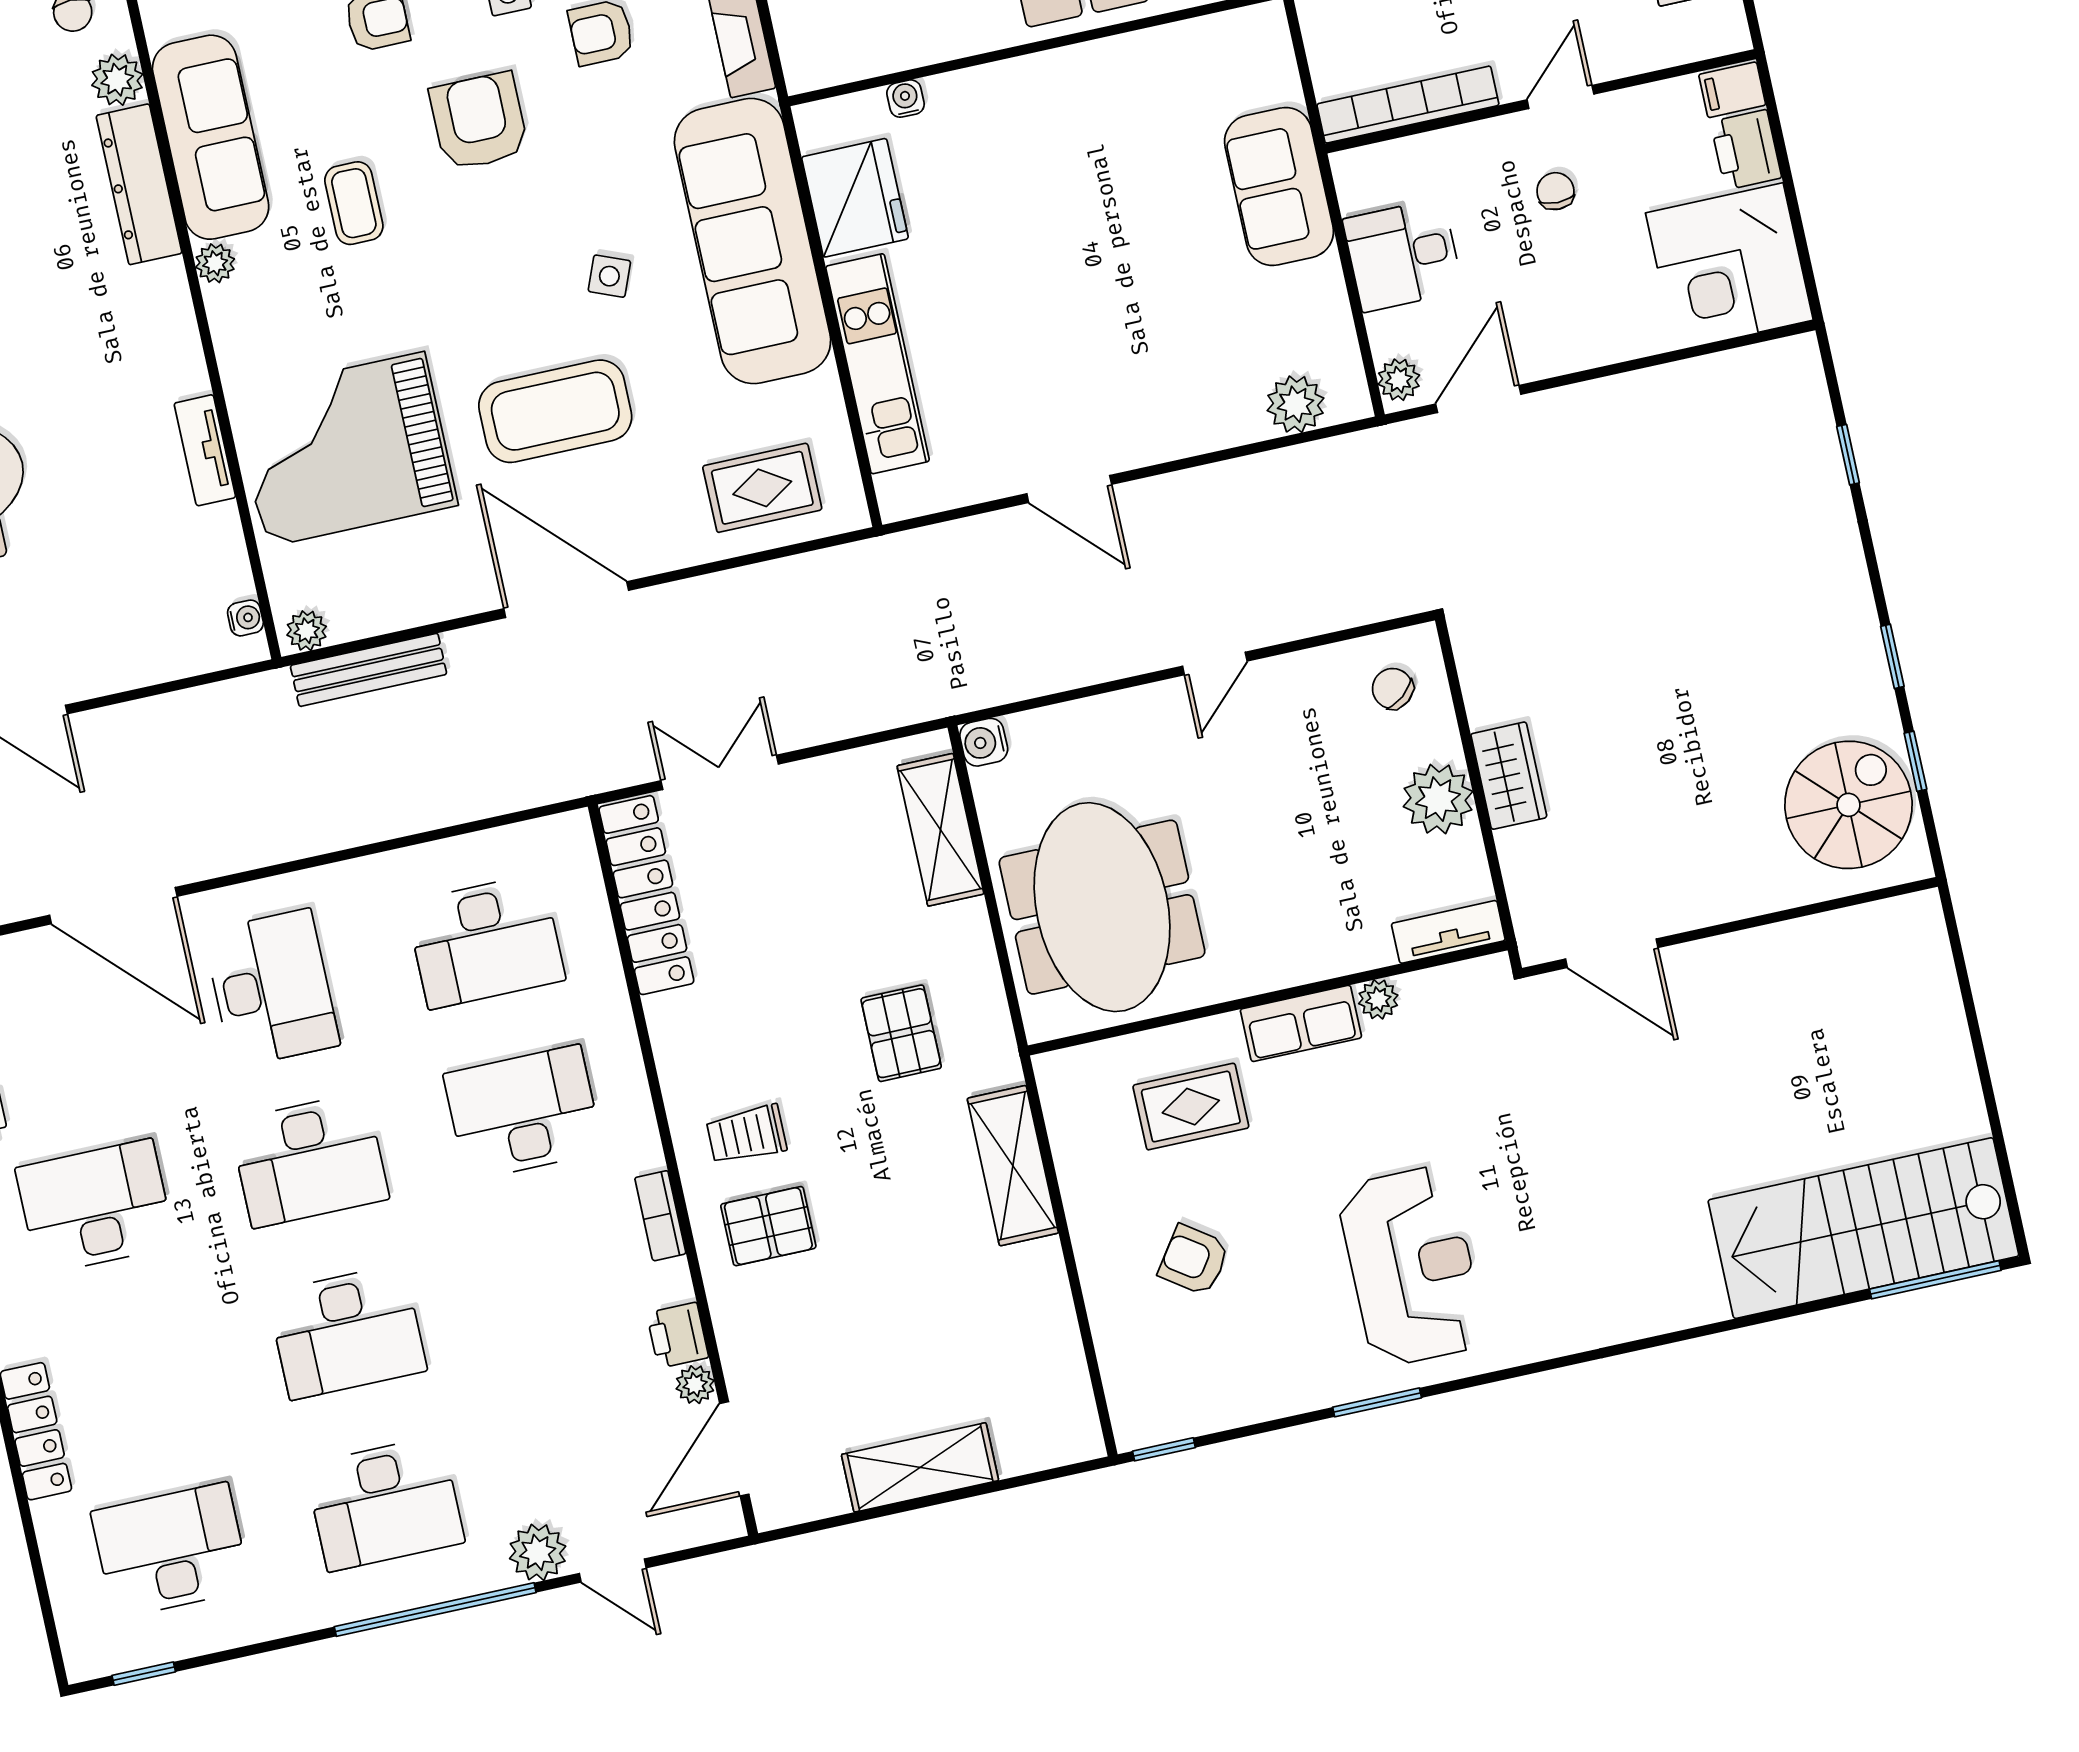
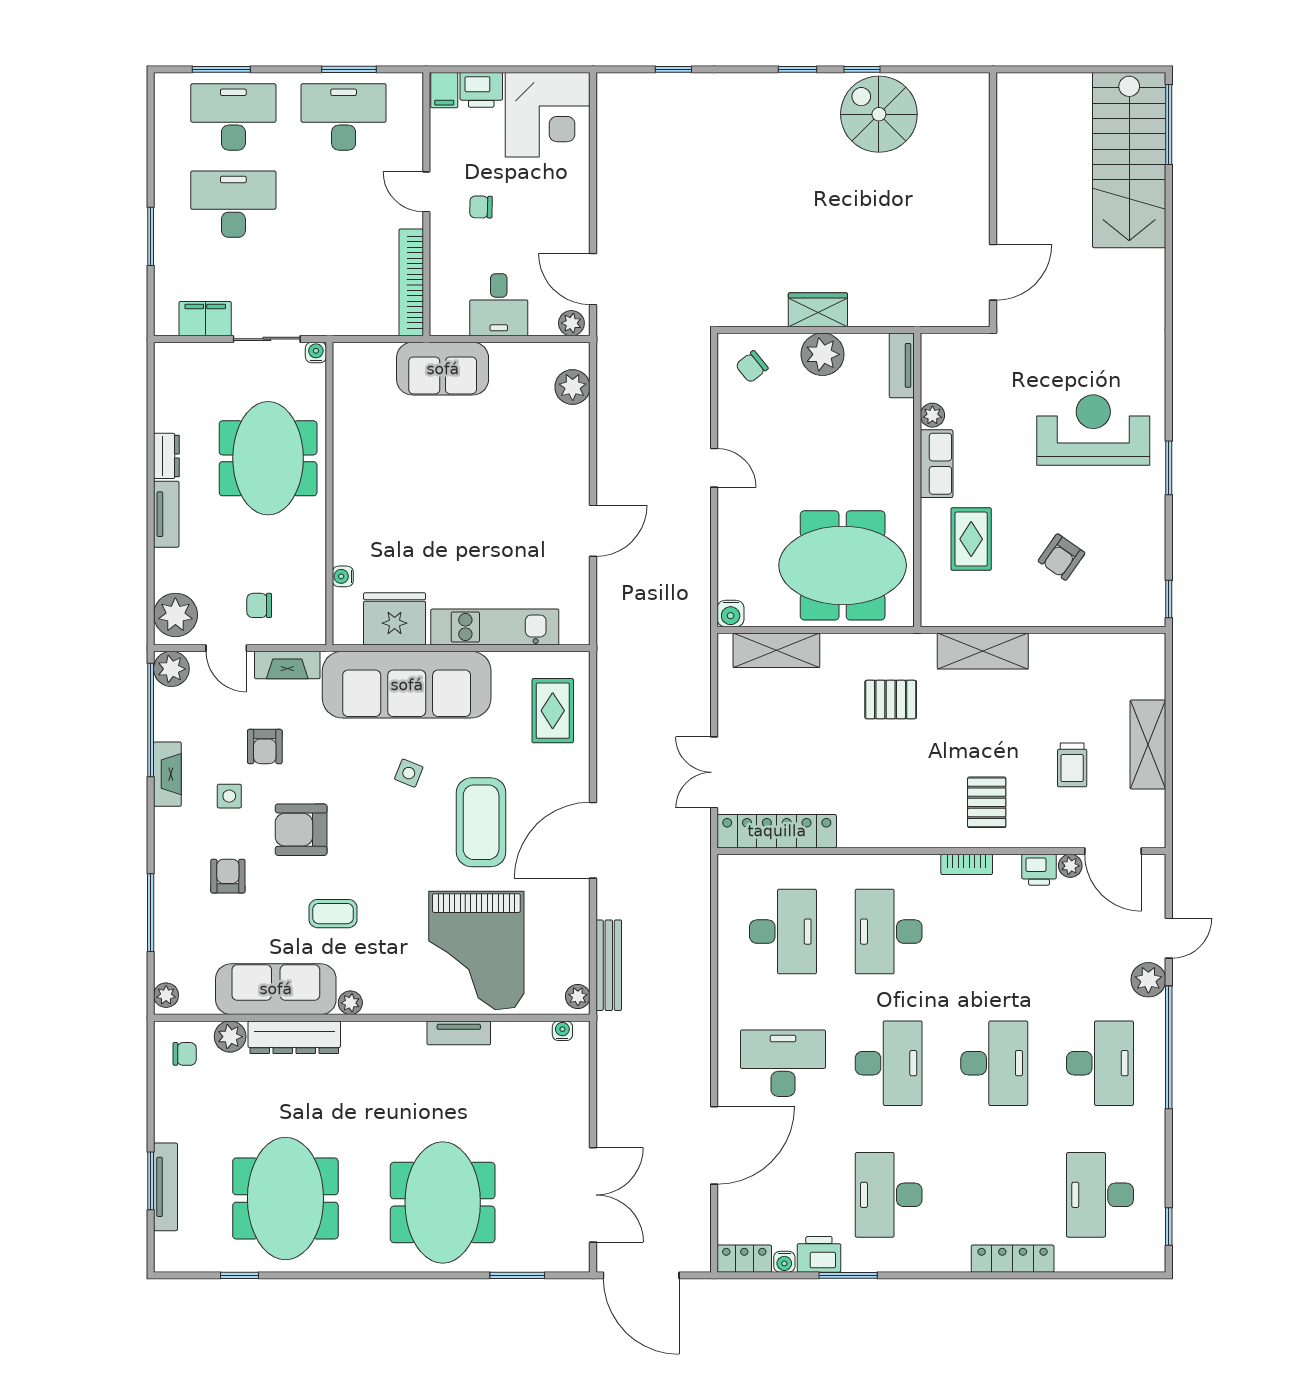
wall: (1730, 927) -> (993, 200), moved
door: (1612, 953) -> (993, 272), moved
trolley: (746, 1134) -> (1072, 765), moved

